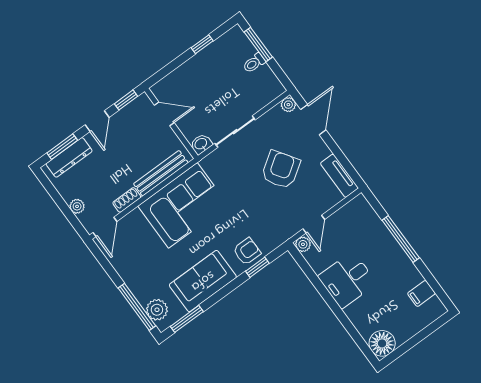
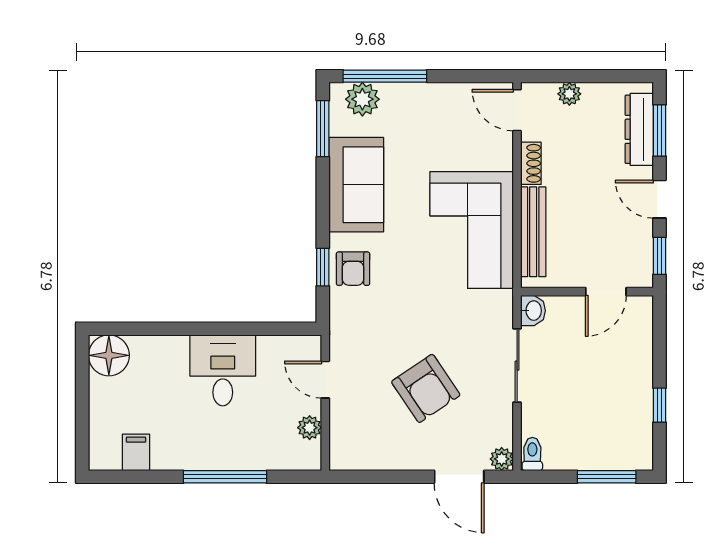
toilet: (254, 63) -> (532, 454), moved
tv unit: (339, 176) -> (363, 458), removed
plant: (303, 244) -> (310, 428), moved

